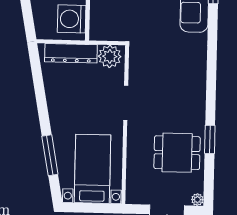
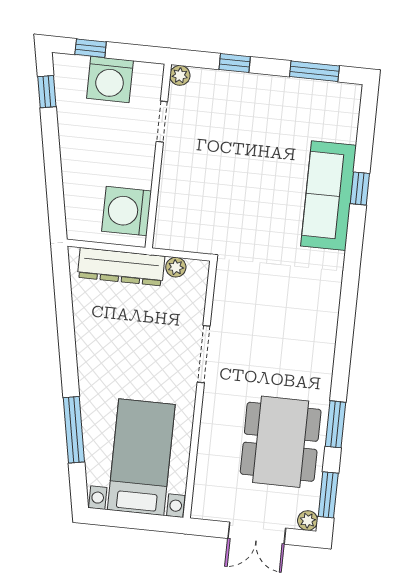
plant: (110, 56) -> (176, 267), width x0.53, depth x0.53
dining table: (177, 153) -> (281, 442), width x1.38
window: (209, 183) -> (328, 495), added

